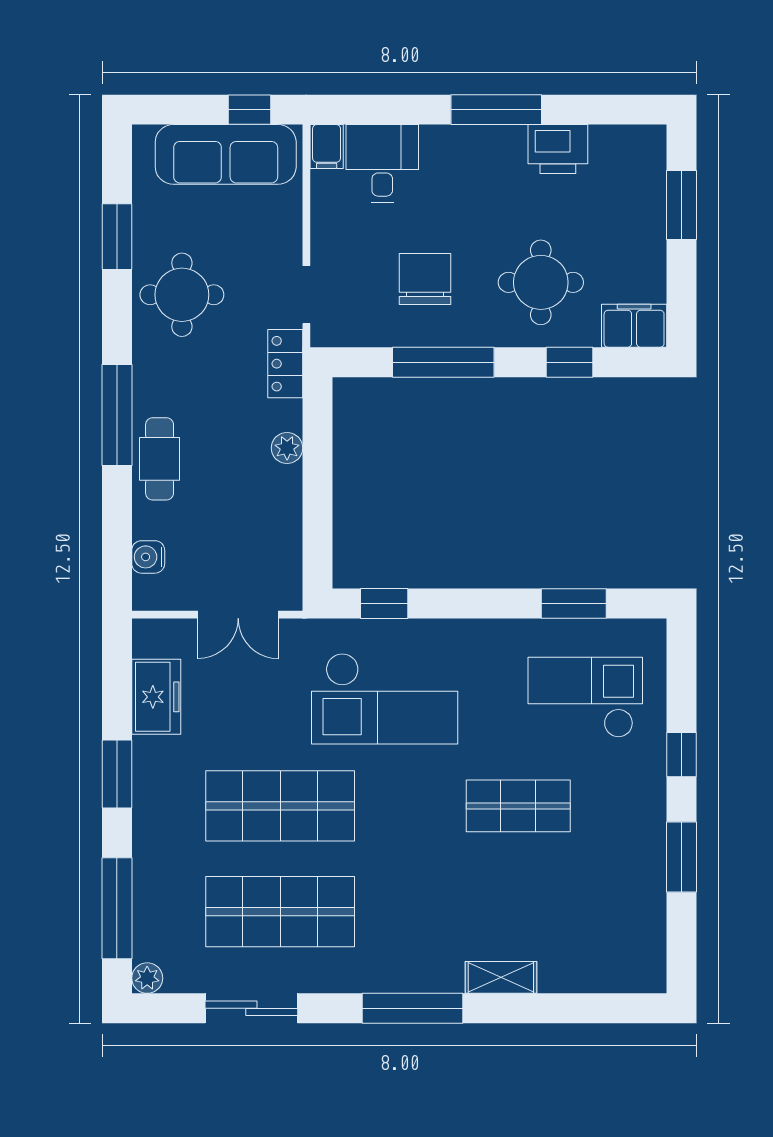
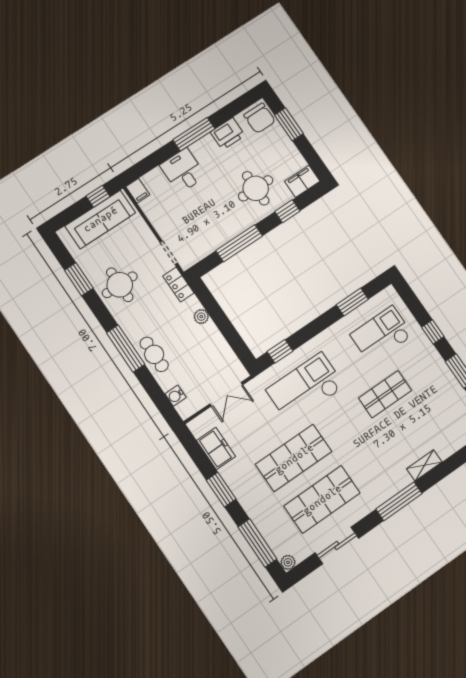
desk: (382, 163) -> (183, 171), moved
chair: (425, 279) -> (260, 118), moved, turned 180
checkout: (385, 698) -> (305, 388), turned 180

